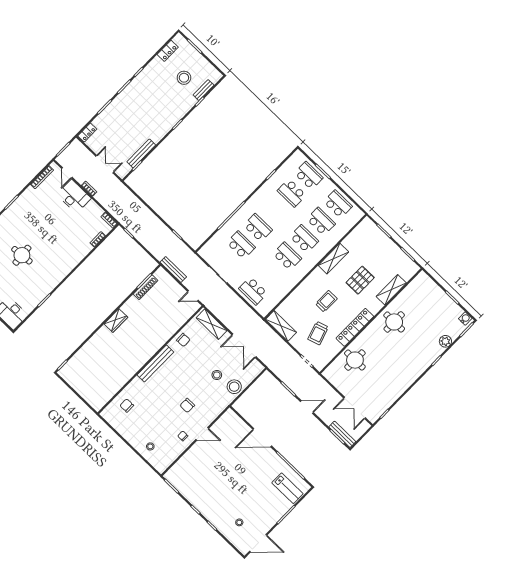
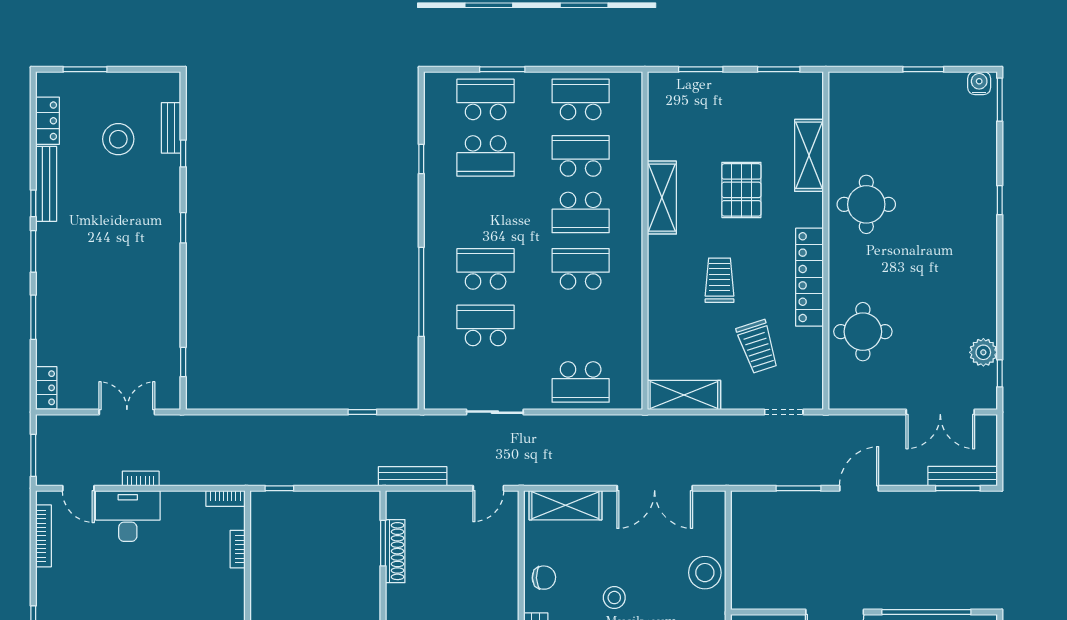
bench: (141, 153) -> (46, 184), moved
school desk: (304, 239) -> (581, 212), turned 180
plant: (445, 341) -> (983, 352), moved
stool: (217, 375) -> (614, 598), moved

